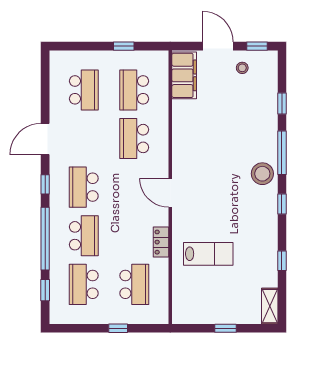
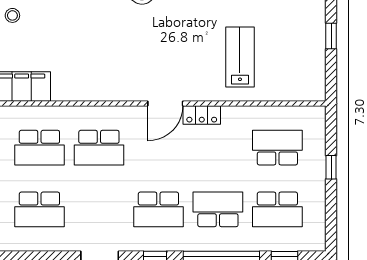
school desk: (84, 90) -> (39, 209), turned 180
locker: (161, 242) -> (202, 115), moved

